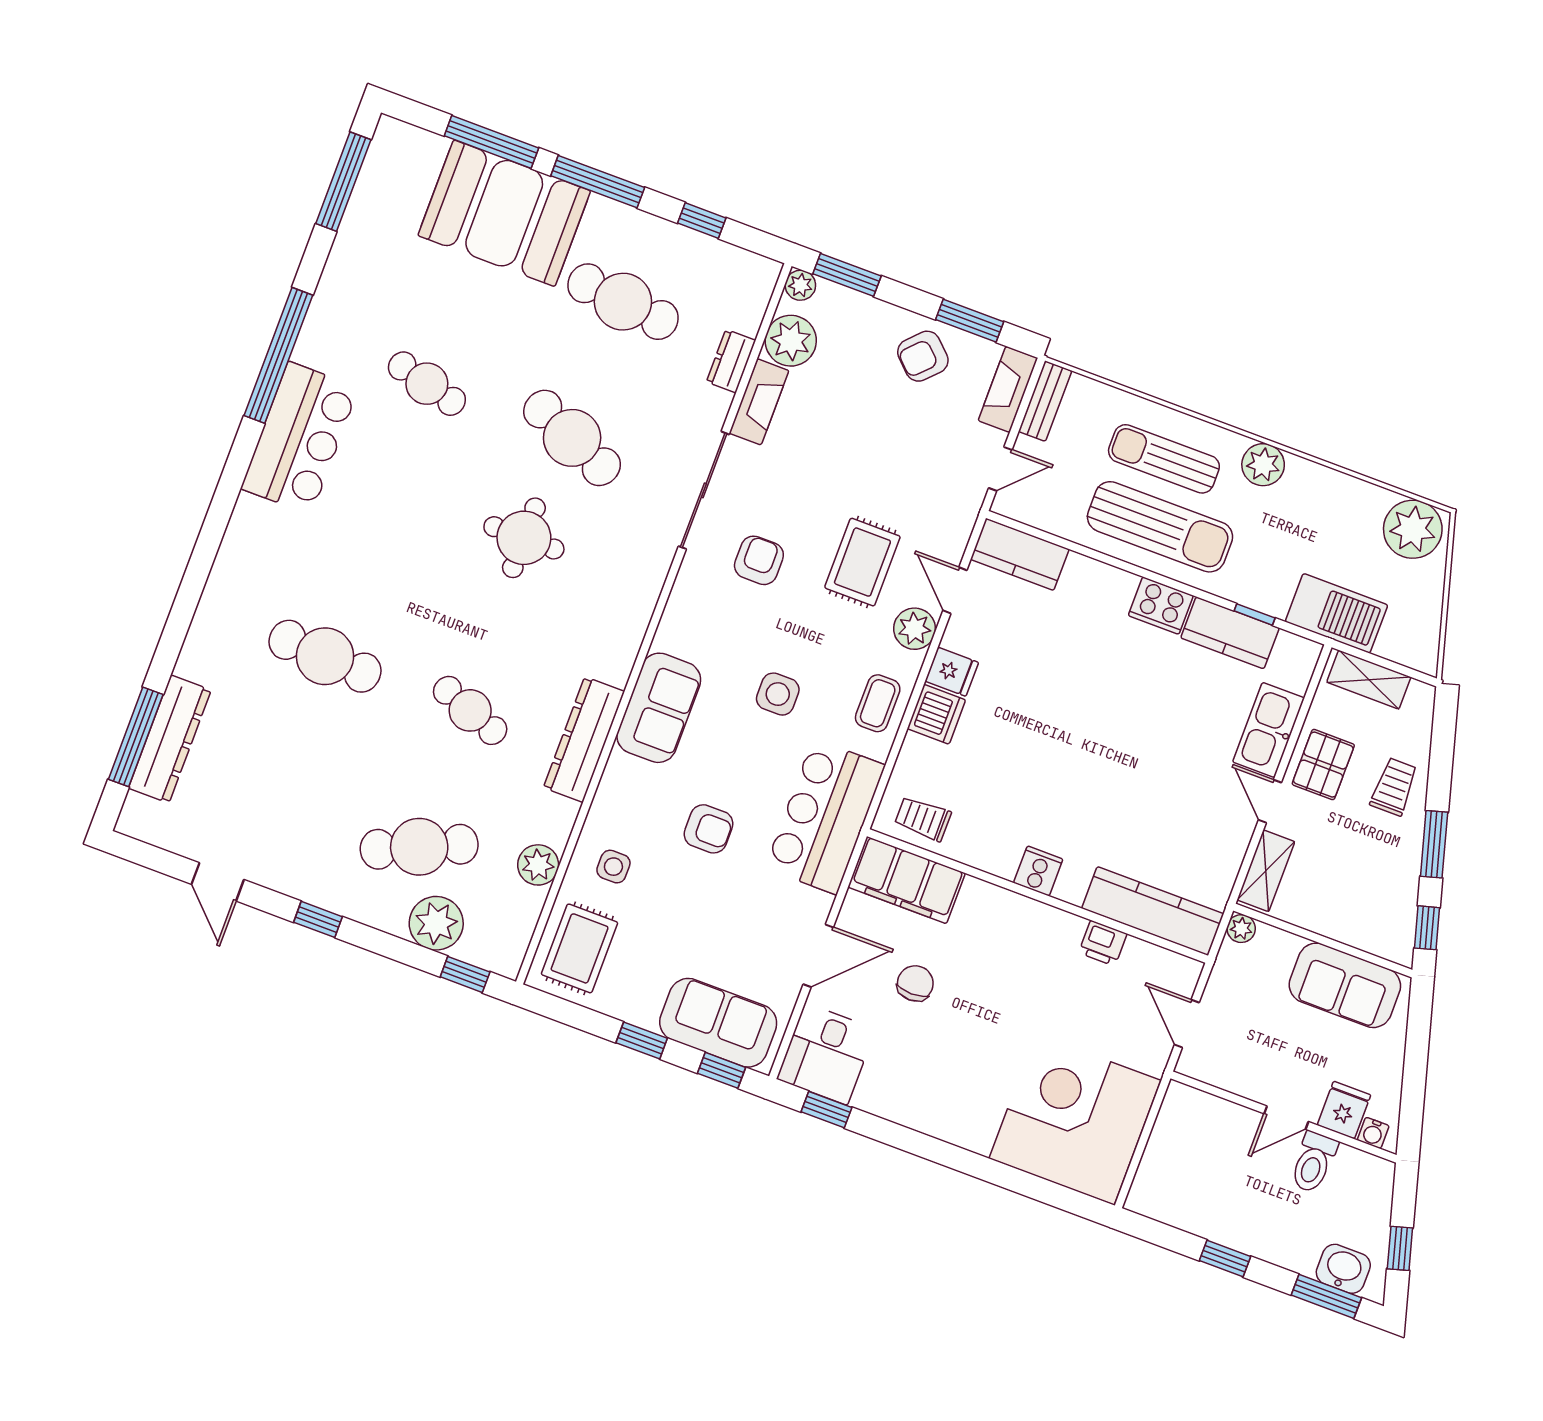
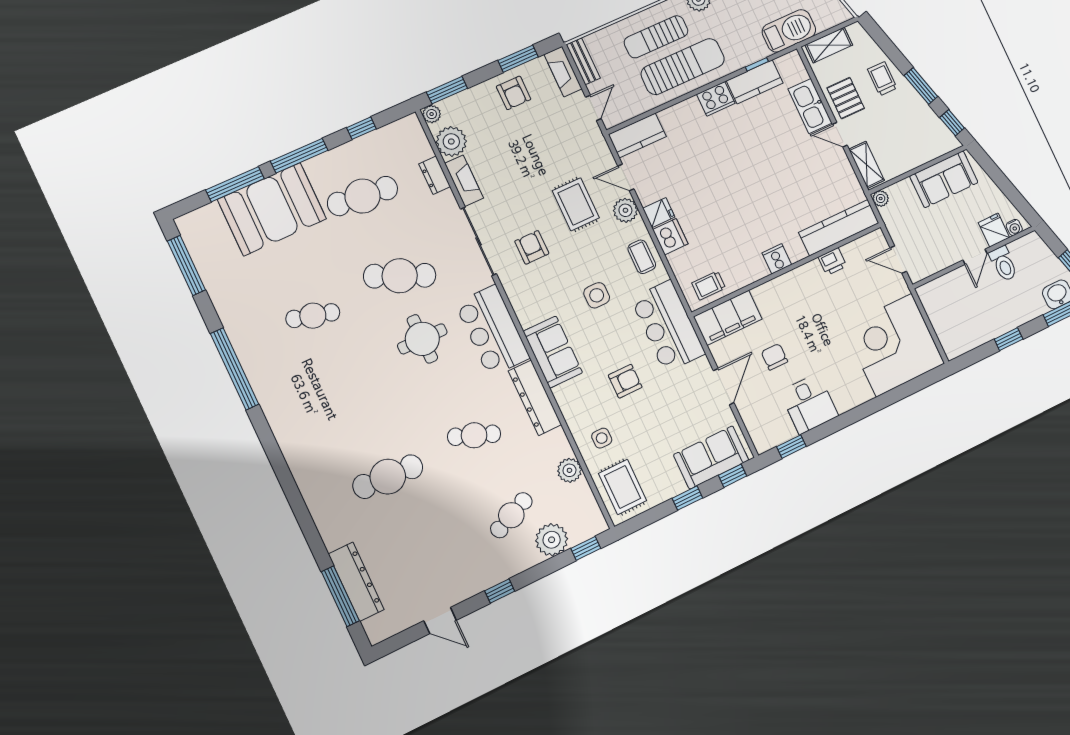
armchair: (923, 356) -> (514, 93), turned -44
bar counter: (300, 438) -> (492, 331), moved, turned 180
cafe table: (419, 847) -> (511, 515), width x0.73, depth x0.74
desk: (826, 1054) -> (809, 404), moved

